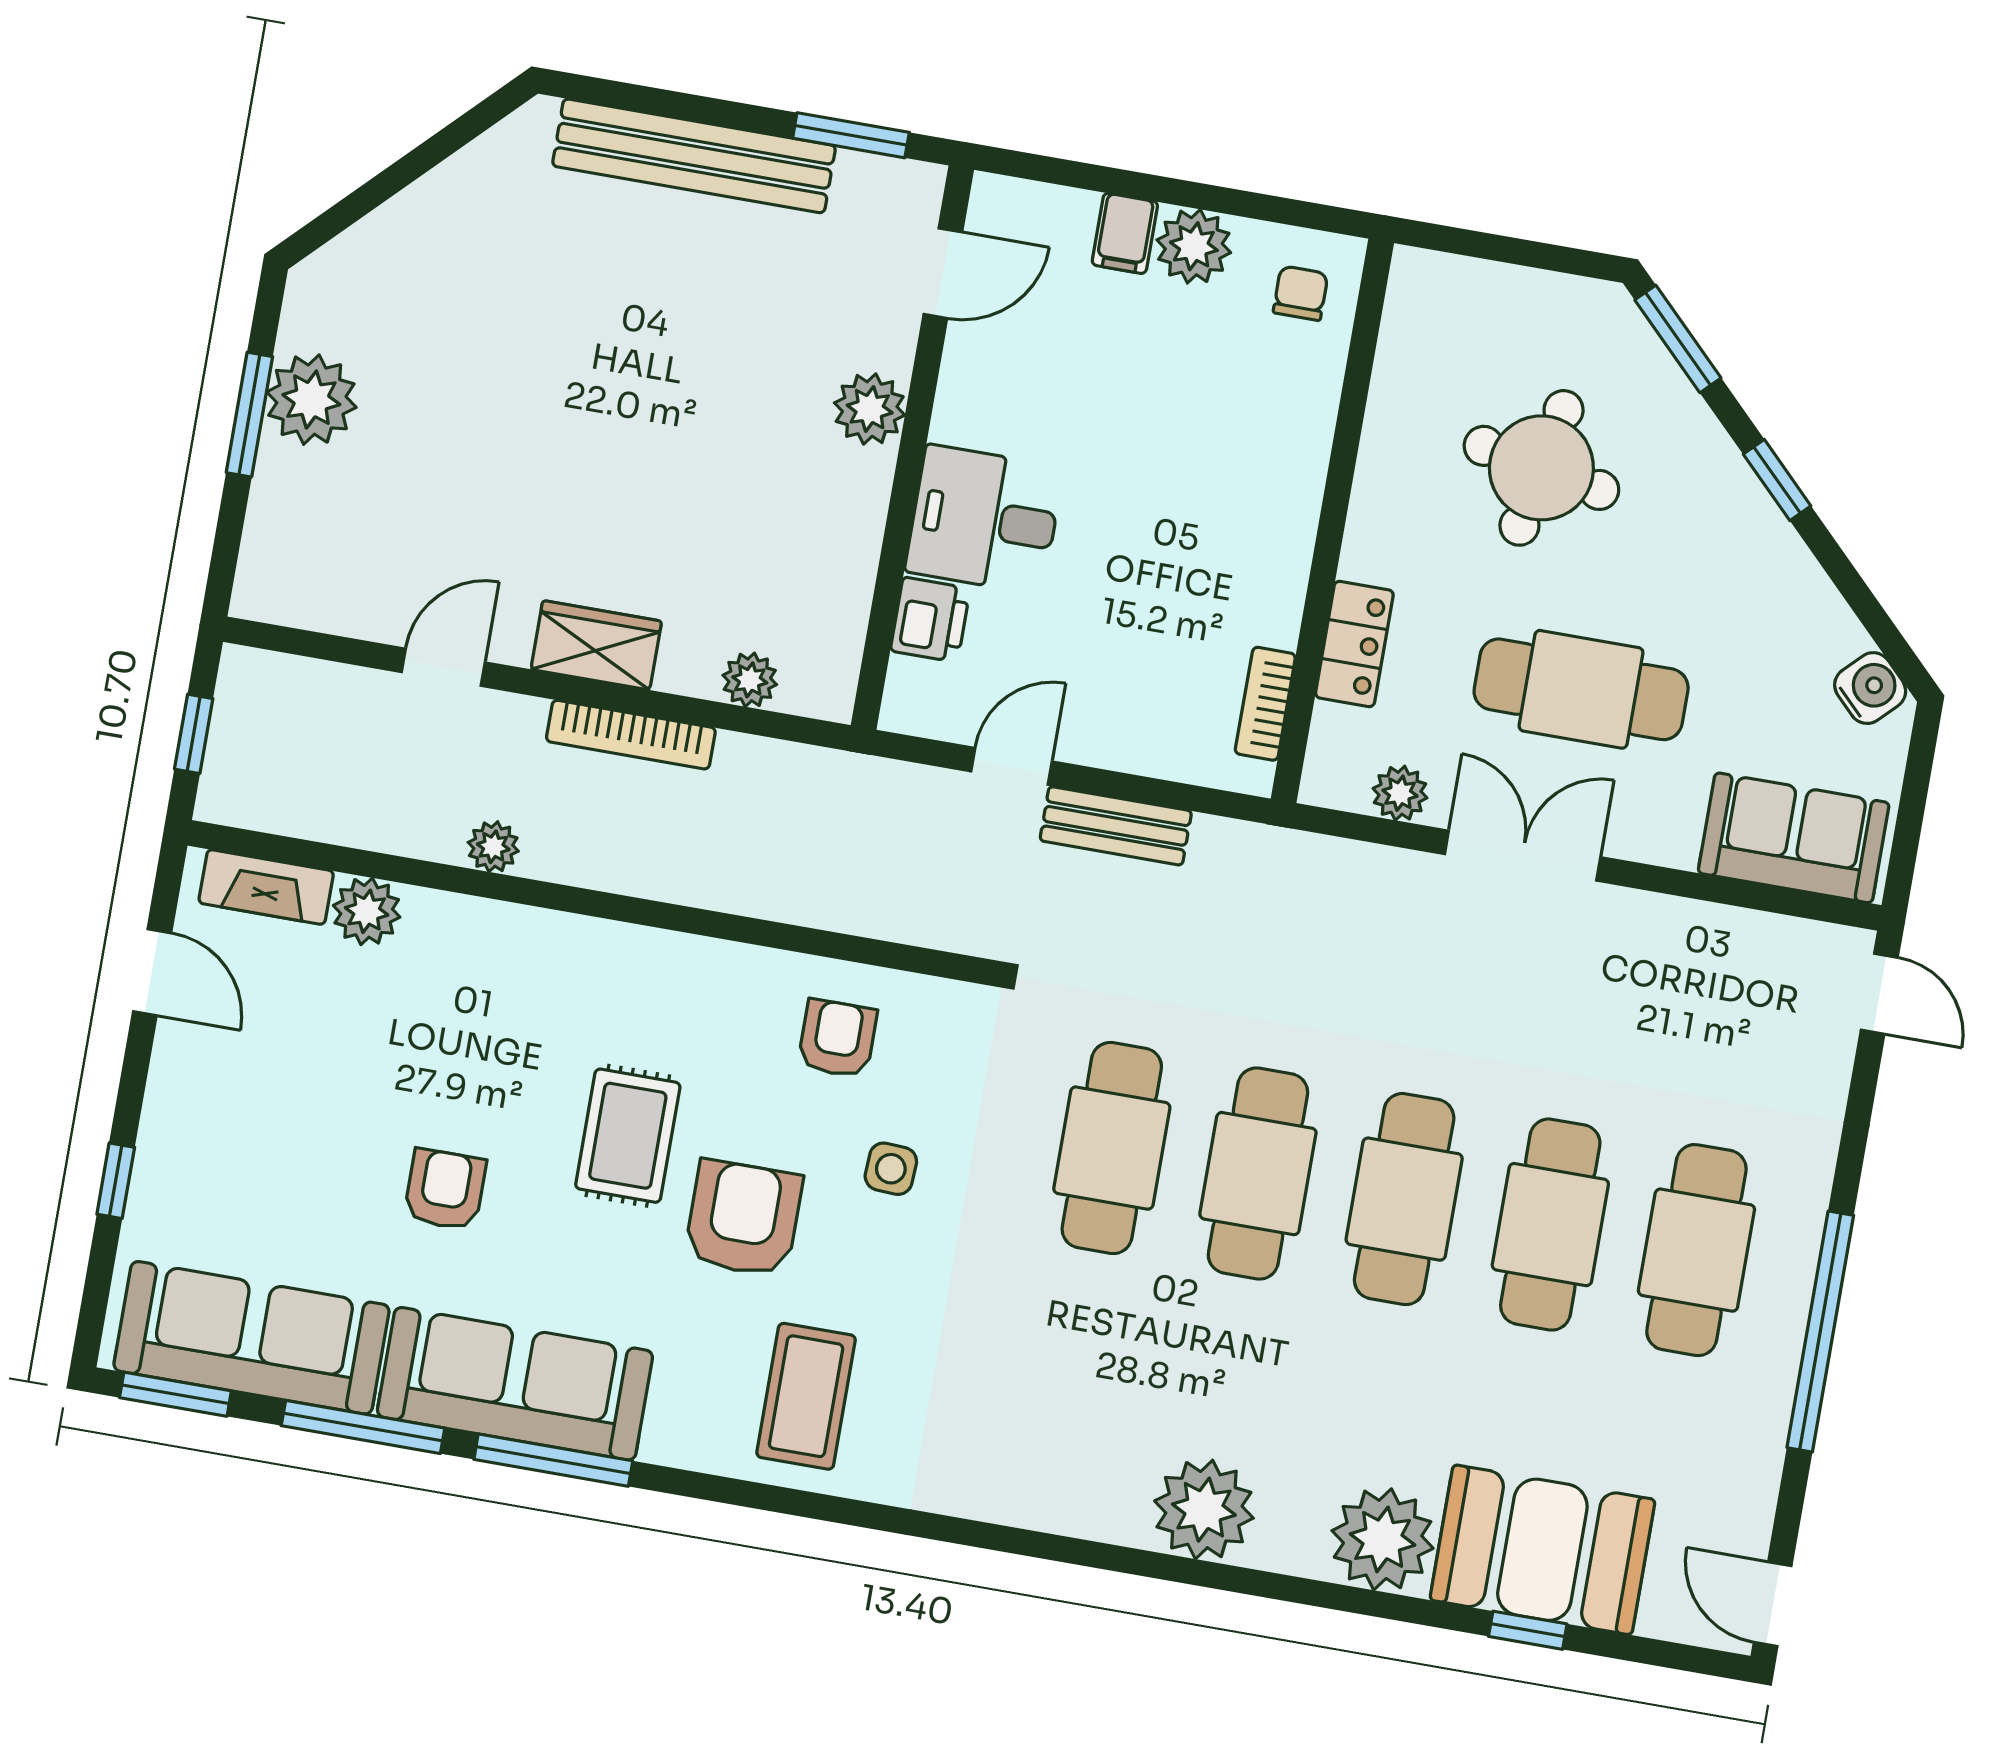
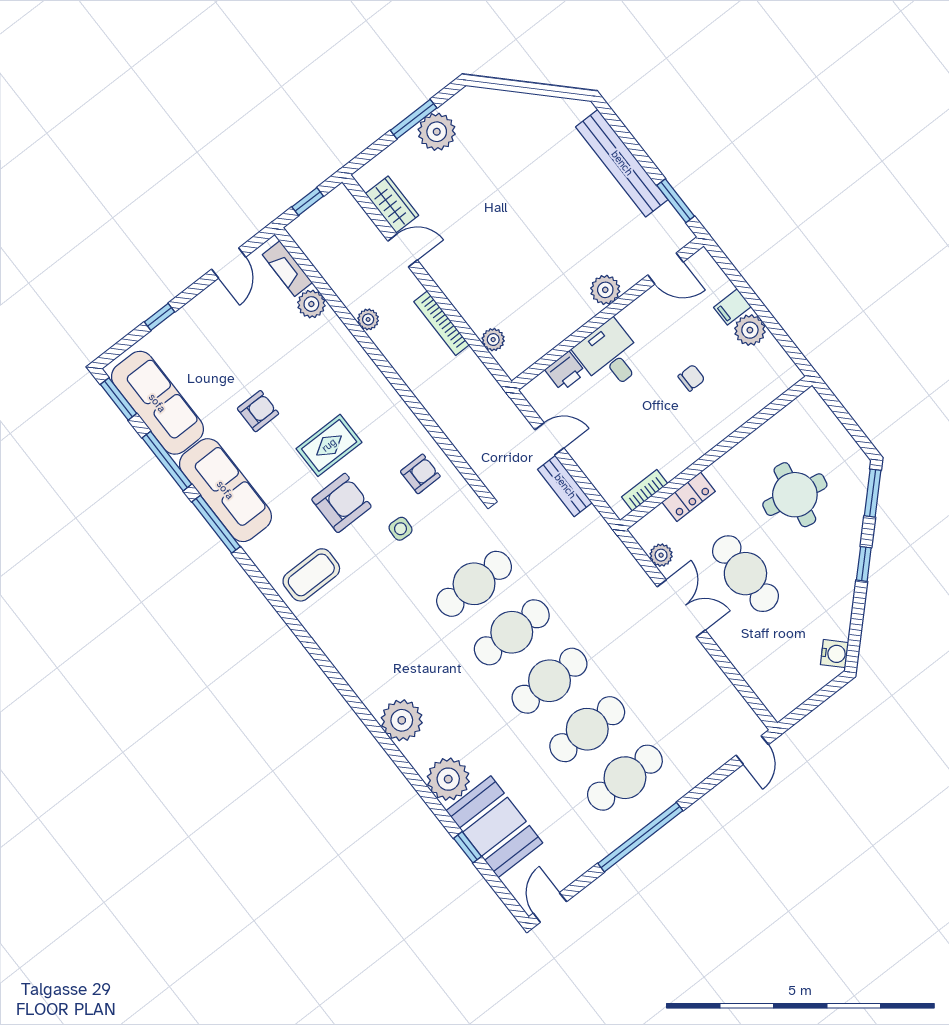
chair: (1301, 293) -> (691, 378), moved
wardrobe: (596, 645) -> (392, 204), moved
sofa: (1794, 838) -> (769, 678), removed

